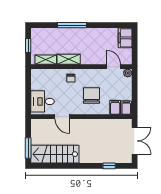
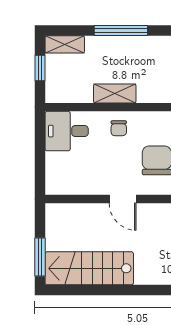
shelving: (46, 60) -> (65, 44), moved
desk: (43, 101) -> (67, 131), moved
door: (62, 117) -> (123, 199), moved

